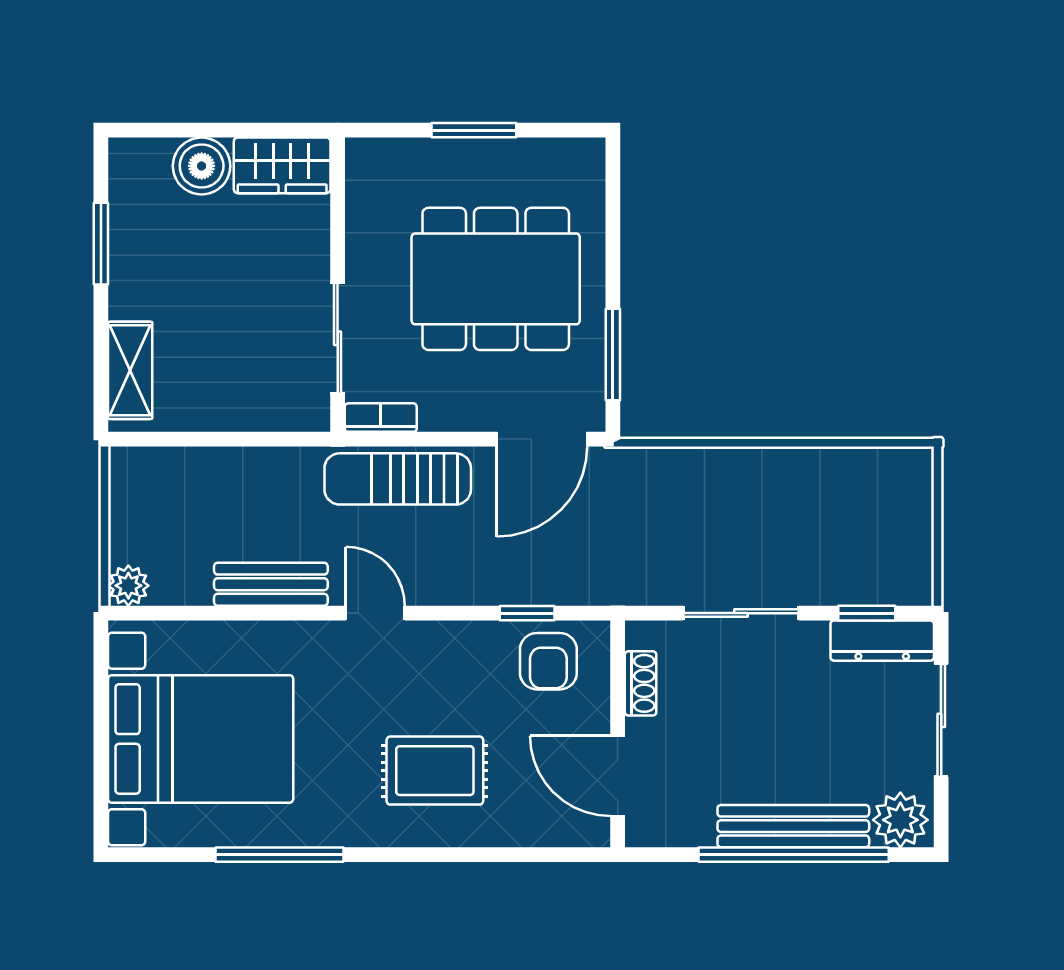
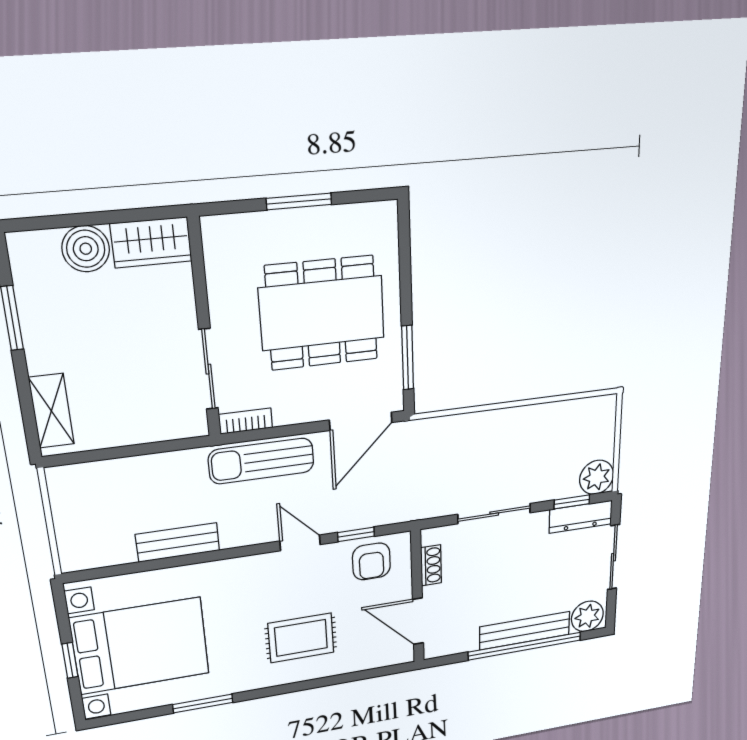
plant: (128, 586) -> (597, 477), moved, width x1.38, depth x1.38
door: (375, 613) -> (300, 543), moved
window: (101, 744) -> (70, 660), added
window: (279, 855) -> (203, 703), width x0.69

